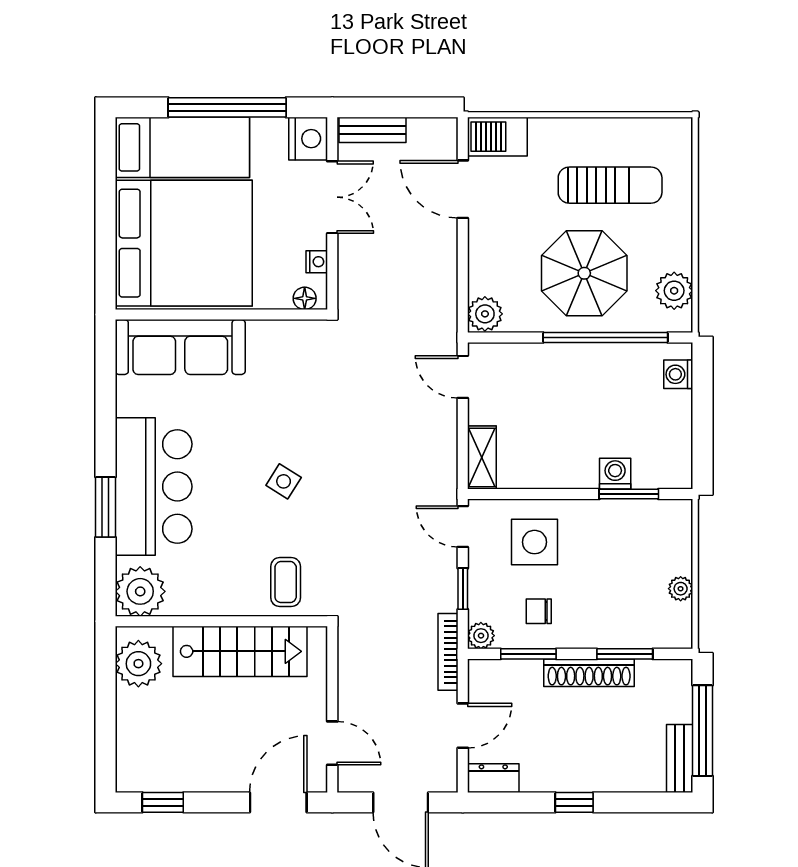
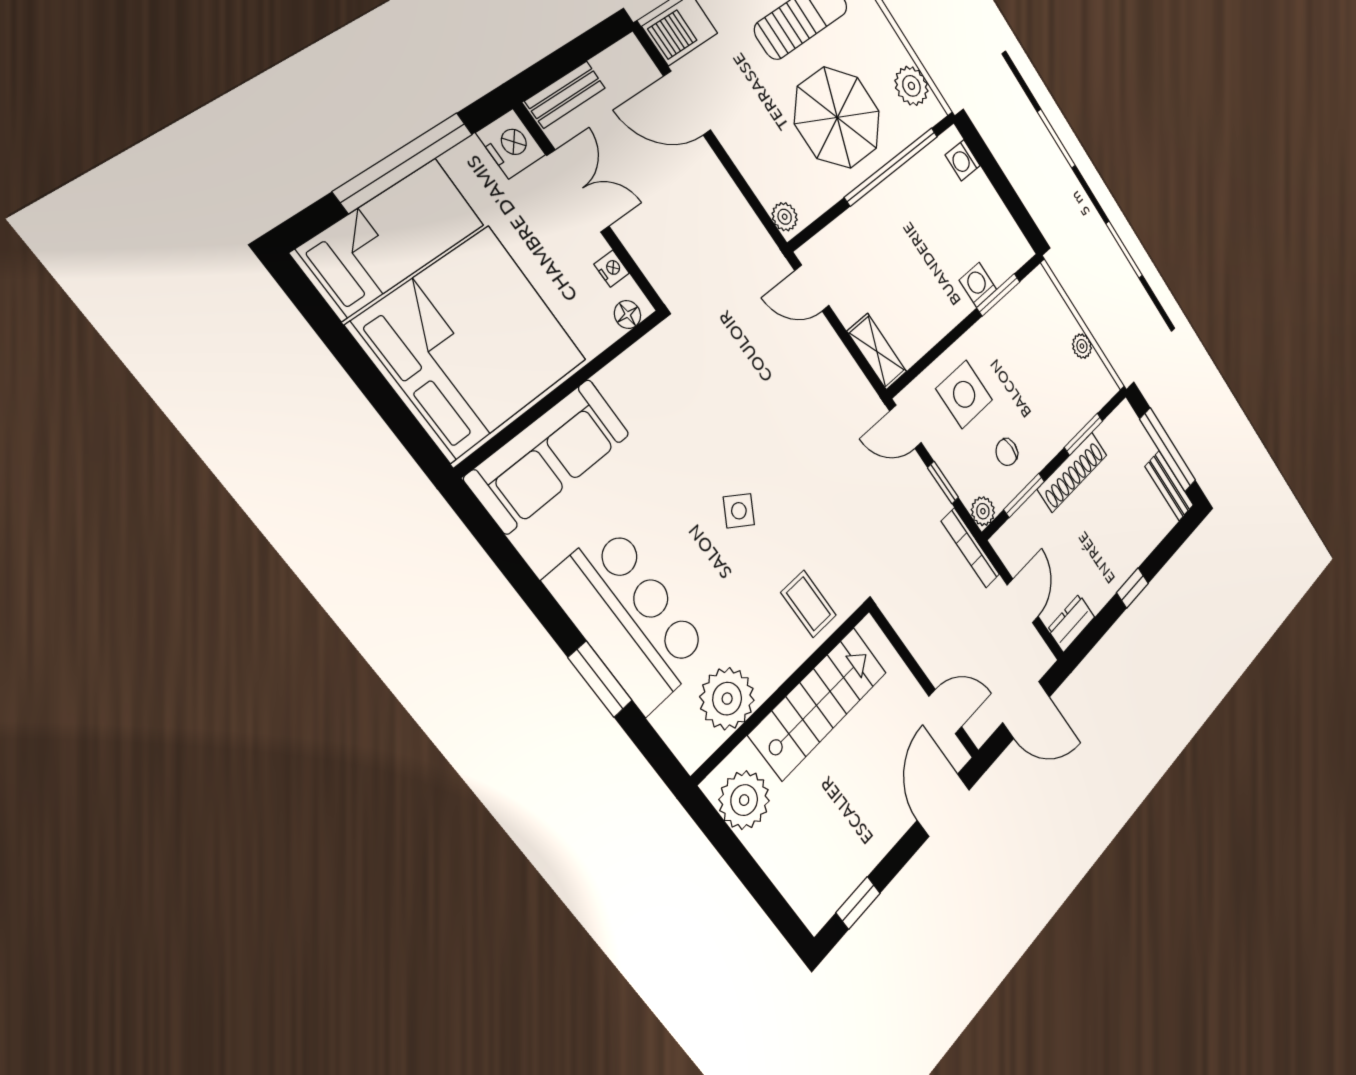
plant: (485, 314) -> (785, 217), width x0.73, depth x0.73
plant: (140, 591) -> (727, 699), moved

